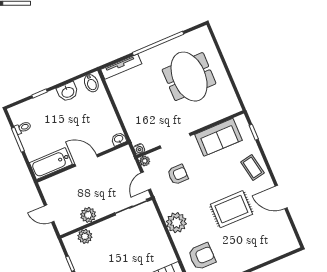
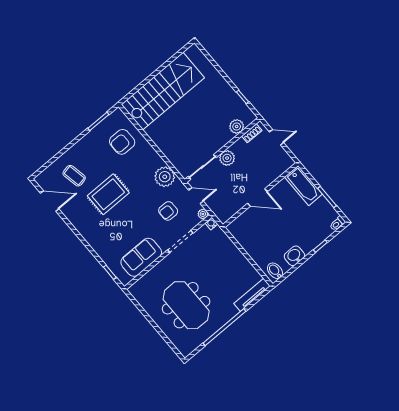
toilet: (23, 128) -> (338, 224), moved
washbasin: (119, 139) -> (233, 227), removed
bathtub: (51, 164) -> (304, 186), moved, turned 90
coffee table: (252, 168) -> (74, 176), moved
door: (146, 181) -> (196, 196), hinge flipped
door: (281, 197) -> (50, 201), moved
plant: (88, 215) -> (227, 158), moved
plant: (176, 223) -> (165, 177), moved
shoe rack: (72, 225) -> (252, 133), added

